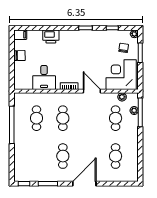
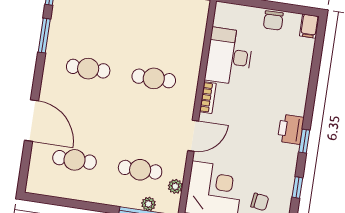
printer: (51, 37) -> (291, 129), moved
desk: (44, 77) -> (229, 56), width x1.37
cafe table: (36, 118) -> (161, 33), removed
door: (84, 184) -> (32, 120), moved

